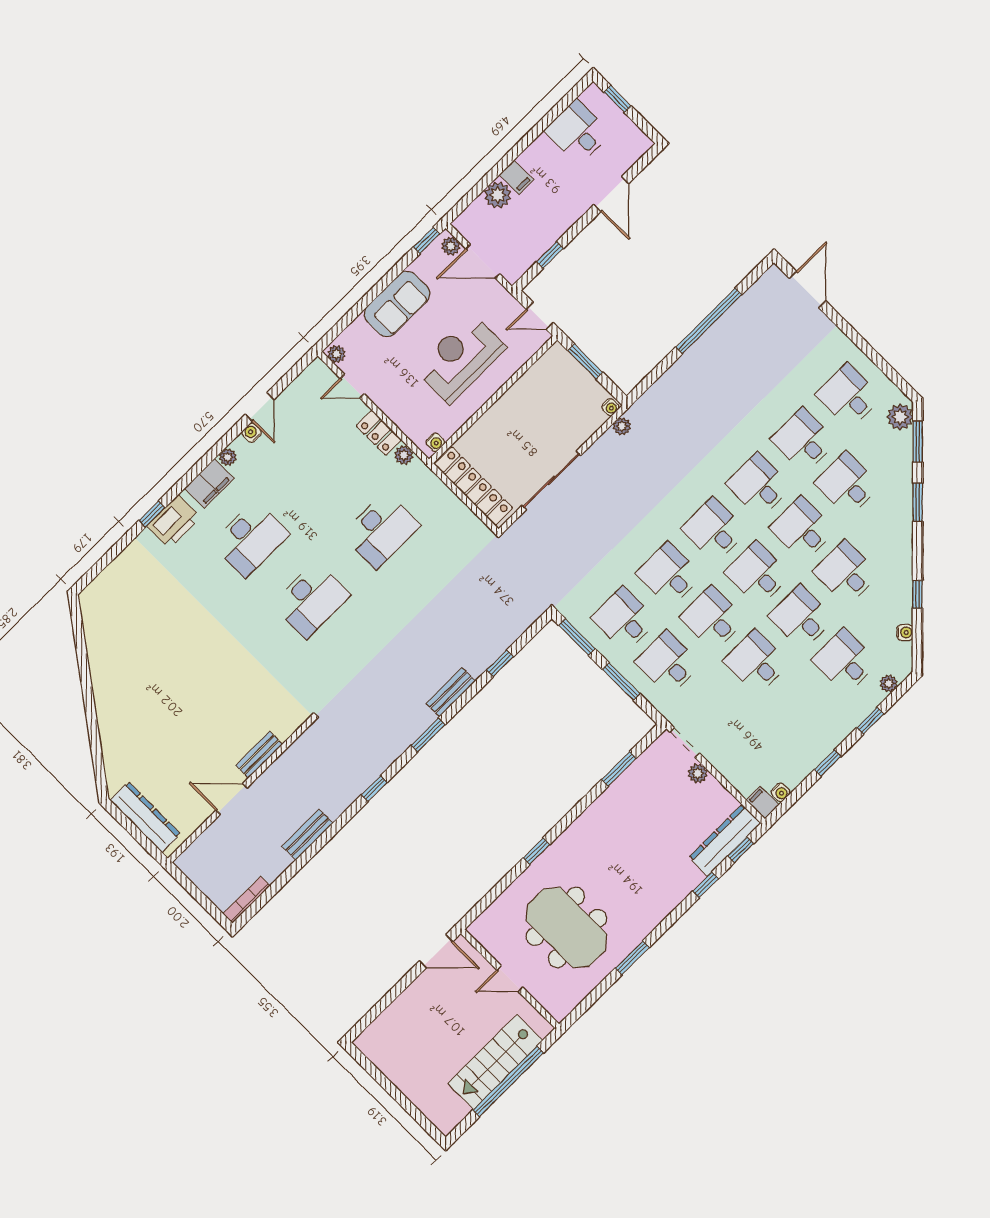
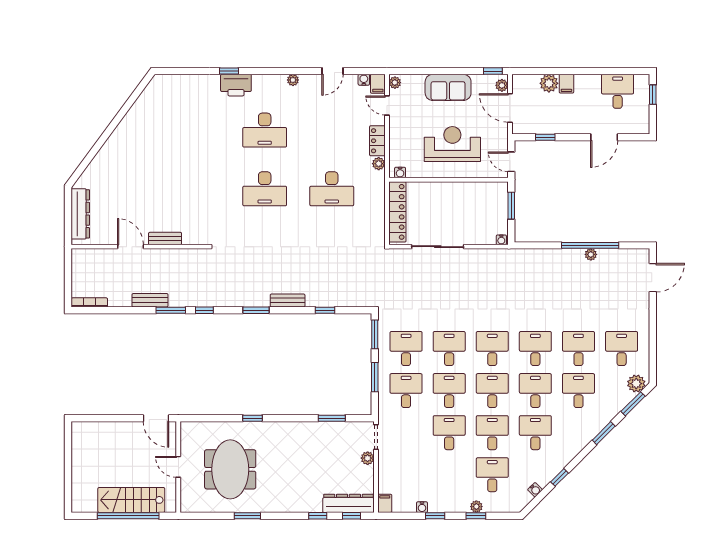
plant: (622, 426) -> (591, 254), moved
water cooler: (252, 433) -> (364, 80), moved
filing cabinet: (209, 483) -> (378, 84), moved, width x0.50
plant: (889, 684) -> (476, 507), moved
water cooler: (781, 792) -> (422, 507), moved
window: (339, 823) -> (171, 310), added

